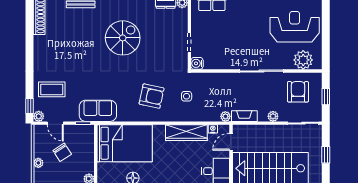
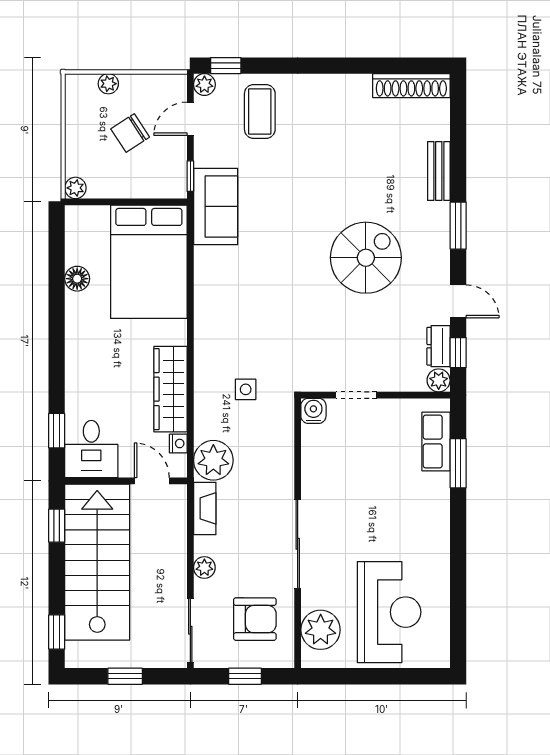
spiral stairs: (123, 38) -> (366, 258), turned -90
armchair: (152, 96) -> (246, 317), removed
plant: (225, 116) -> (213, 460), width x1.87, depth x1.87

